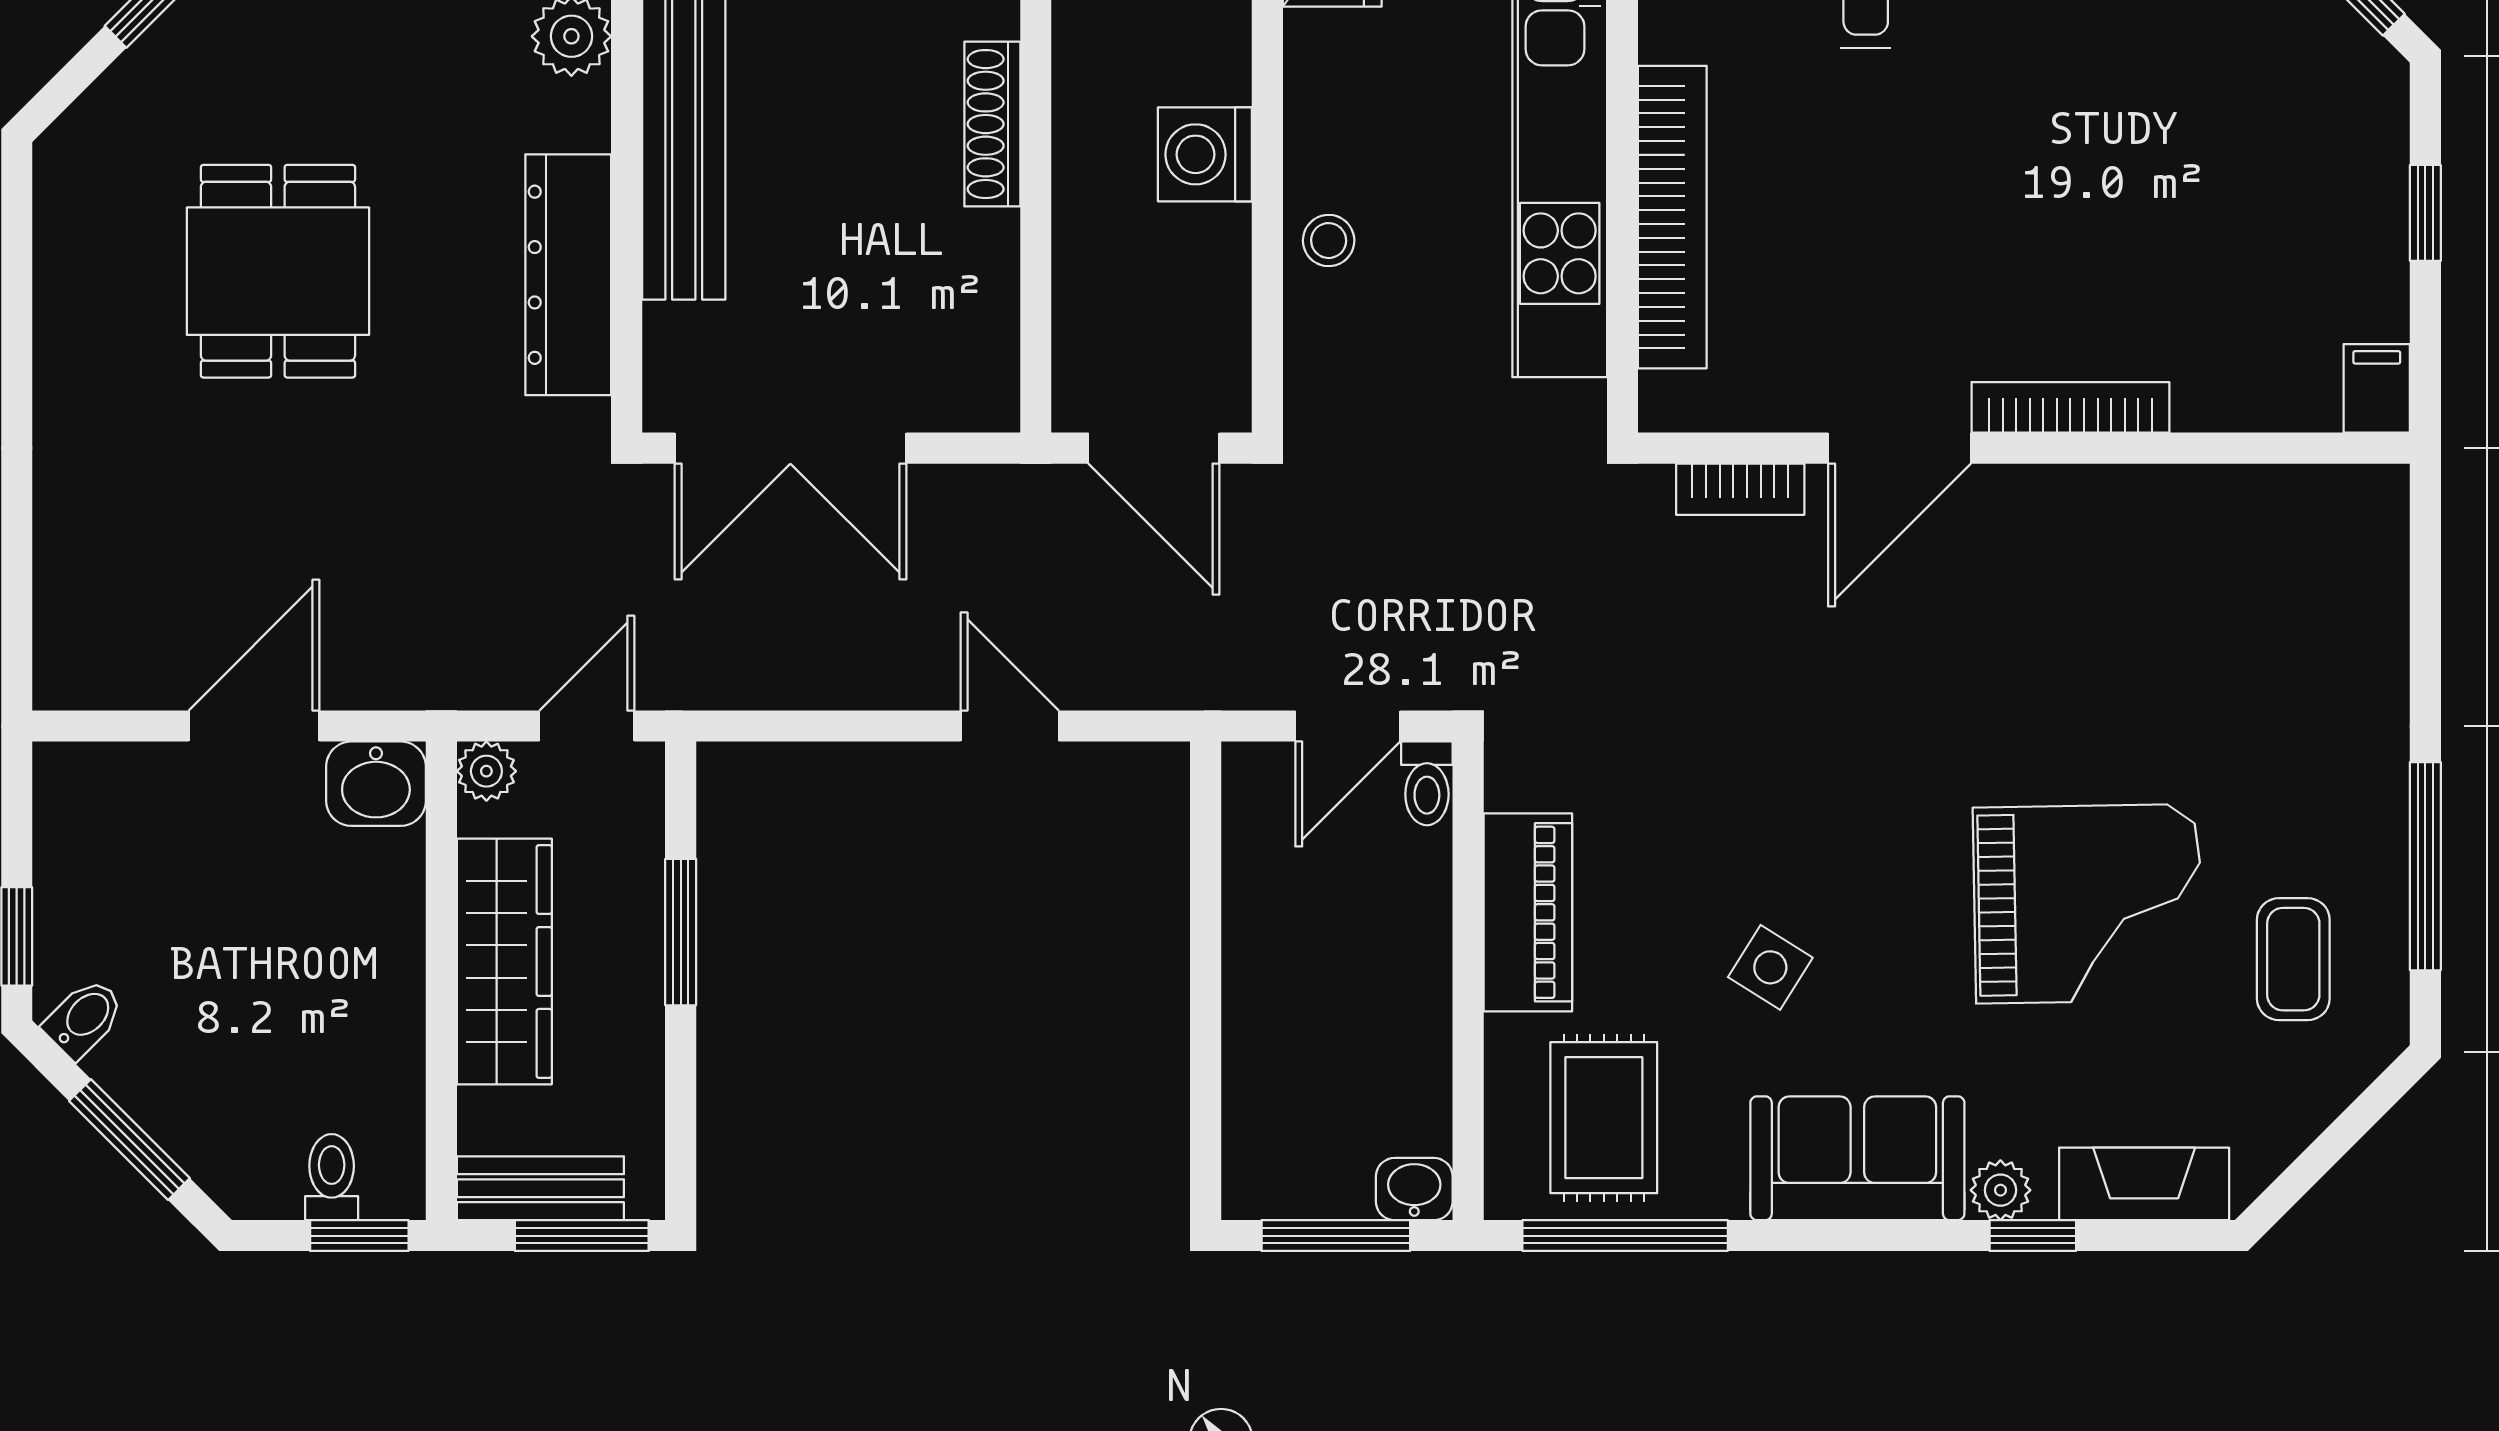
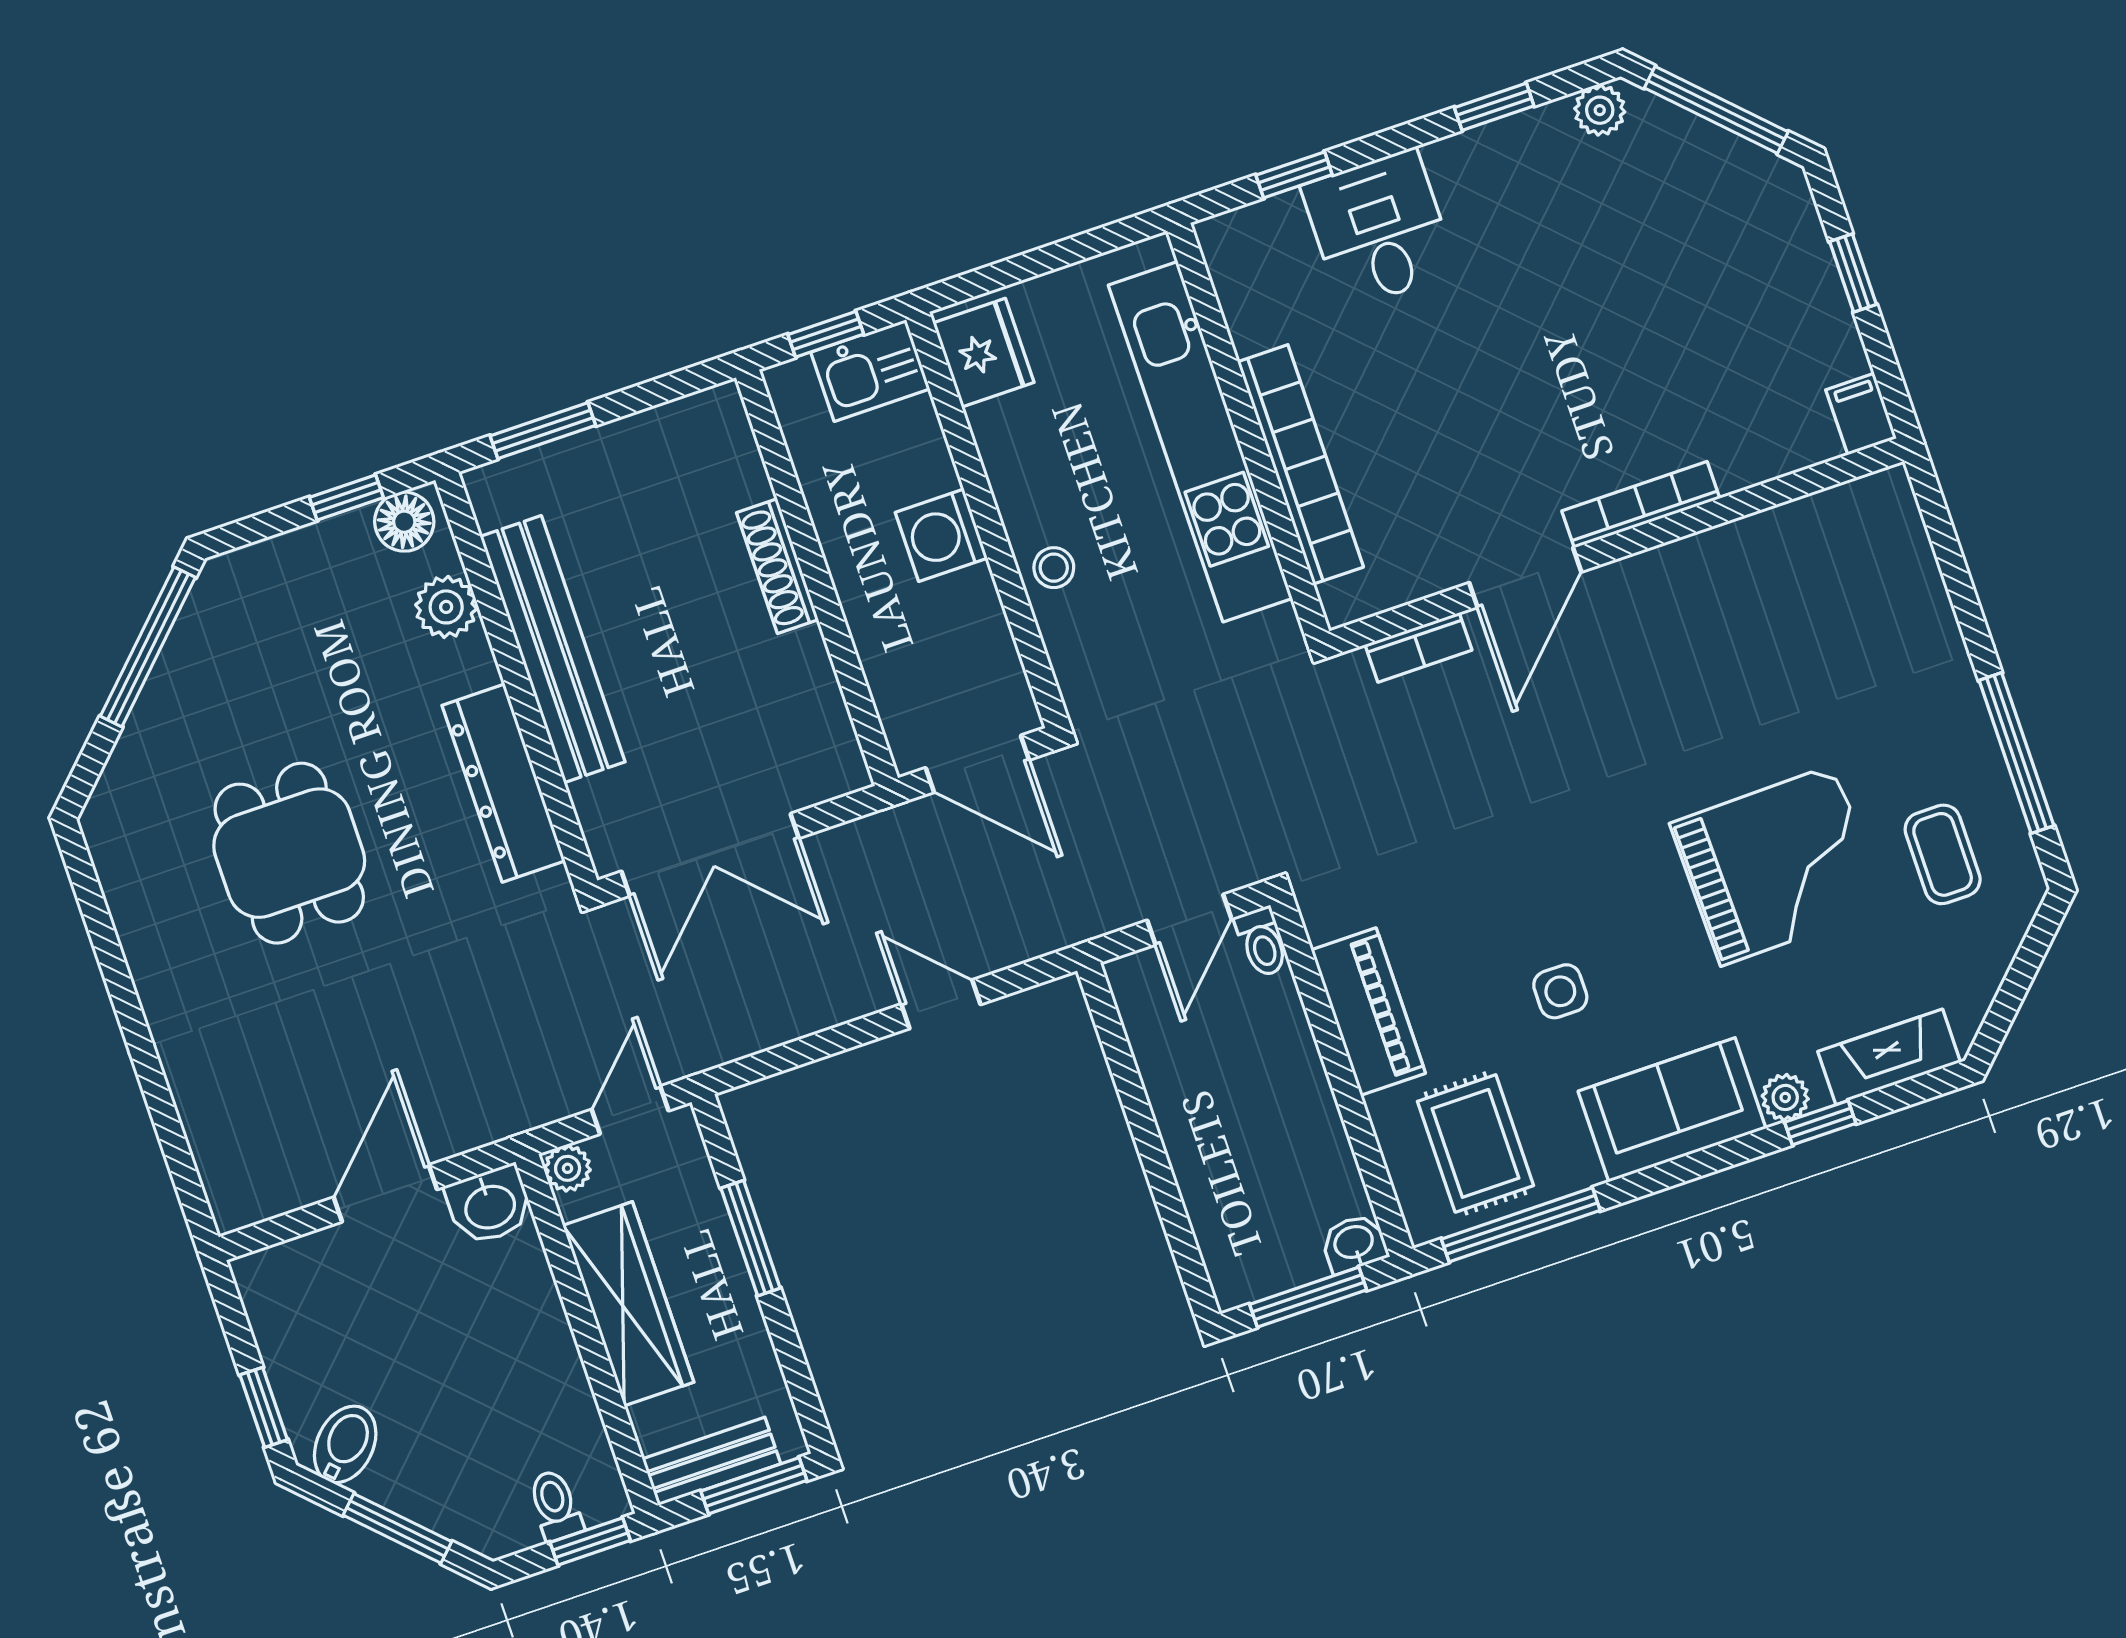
side table: (1770, 967) -> (1560, 991), turned -32
bidet: (84, 1018) -> (345, 1444), width x1.38, depth x1.36

